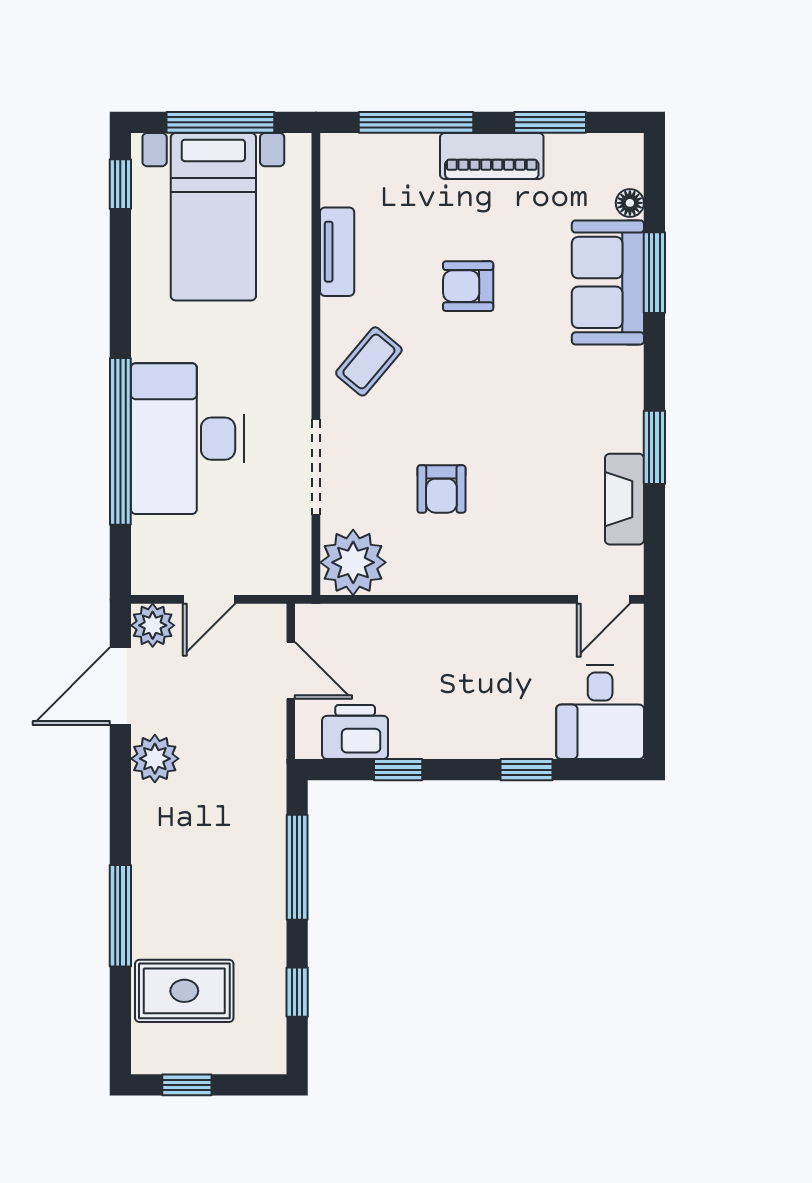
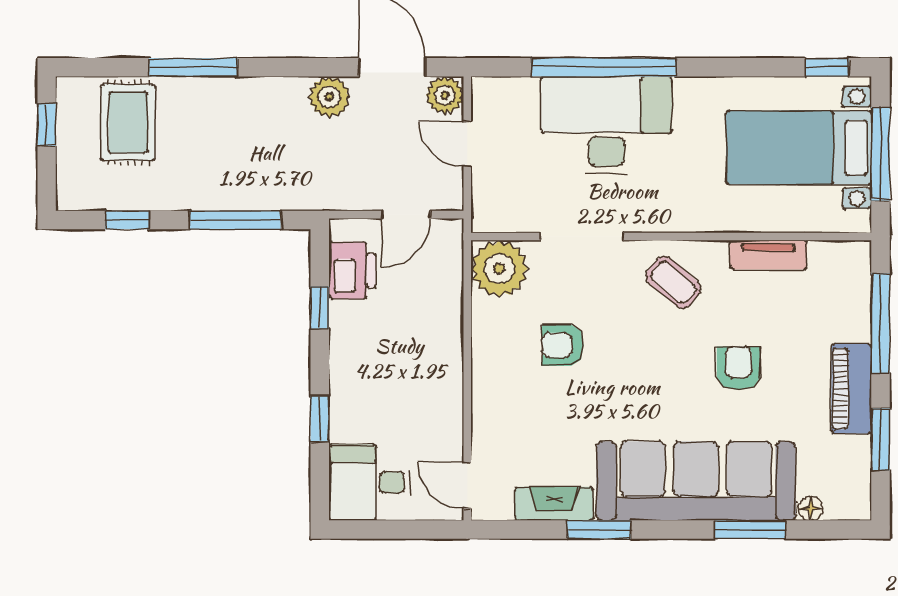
sofa: (608, 282) -> (696, 481), width x1.85, depth x1.27

